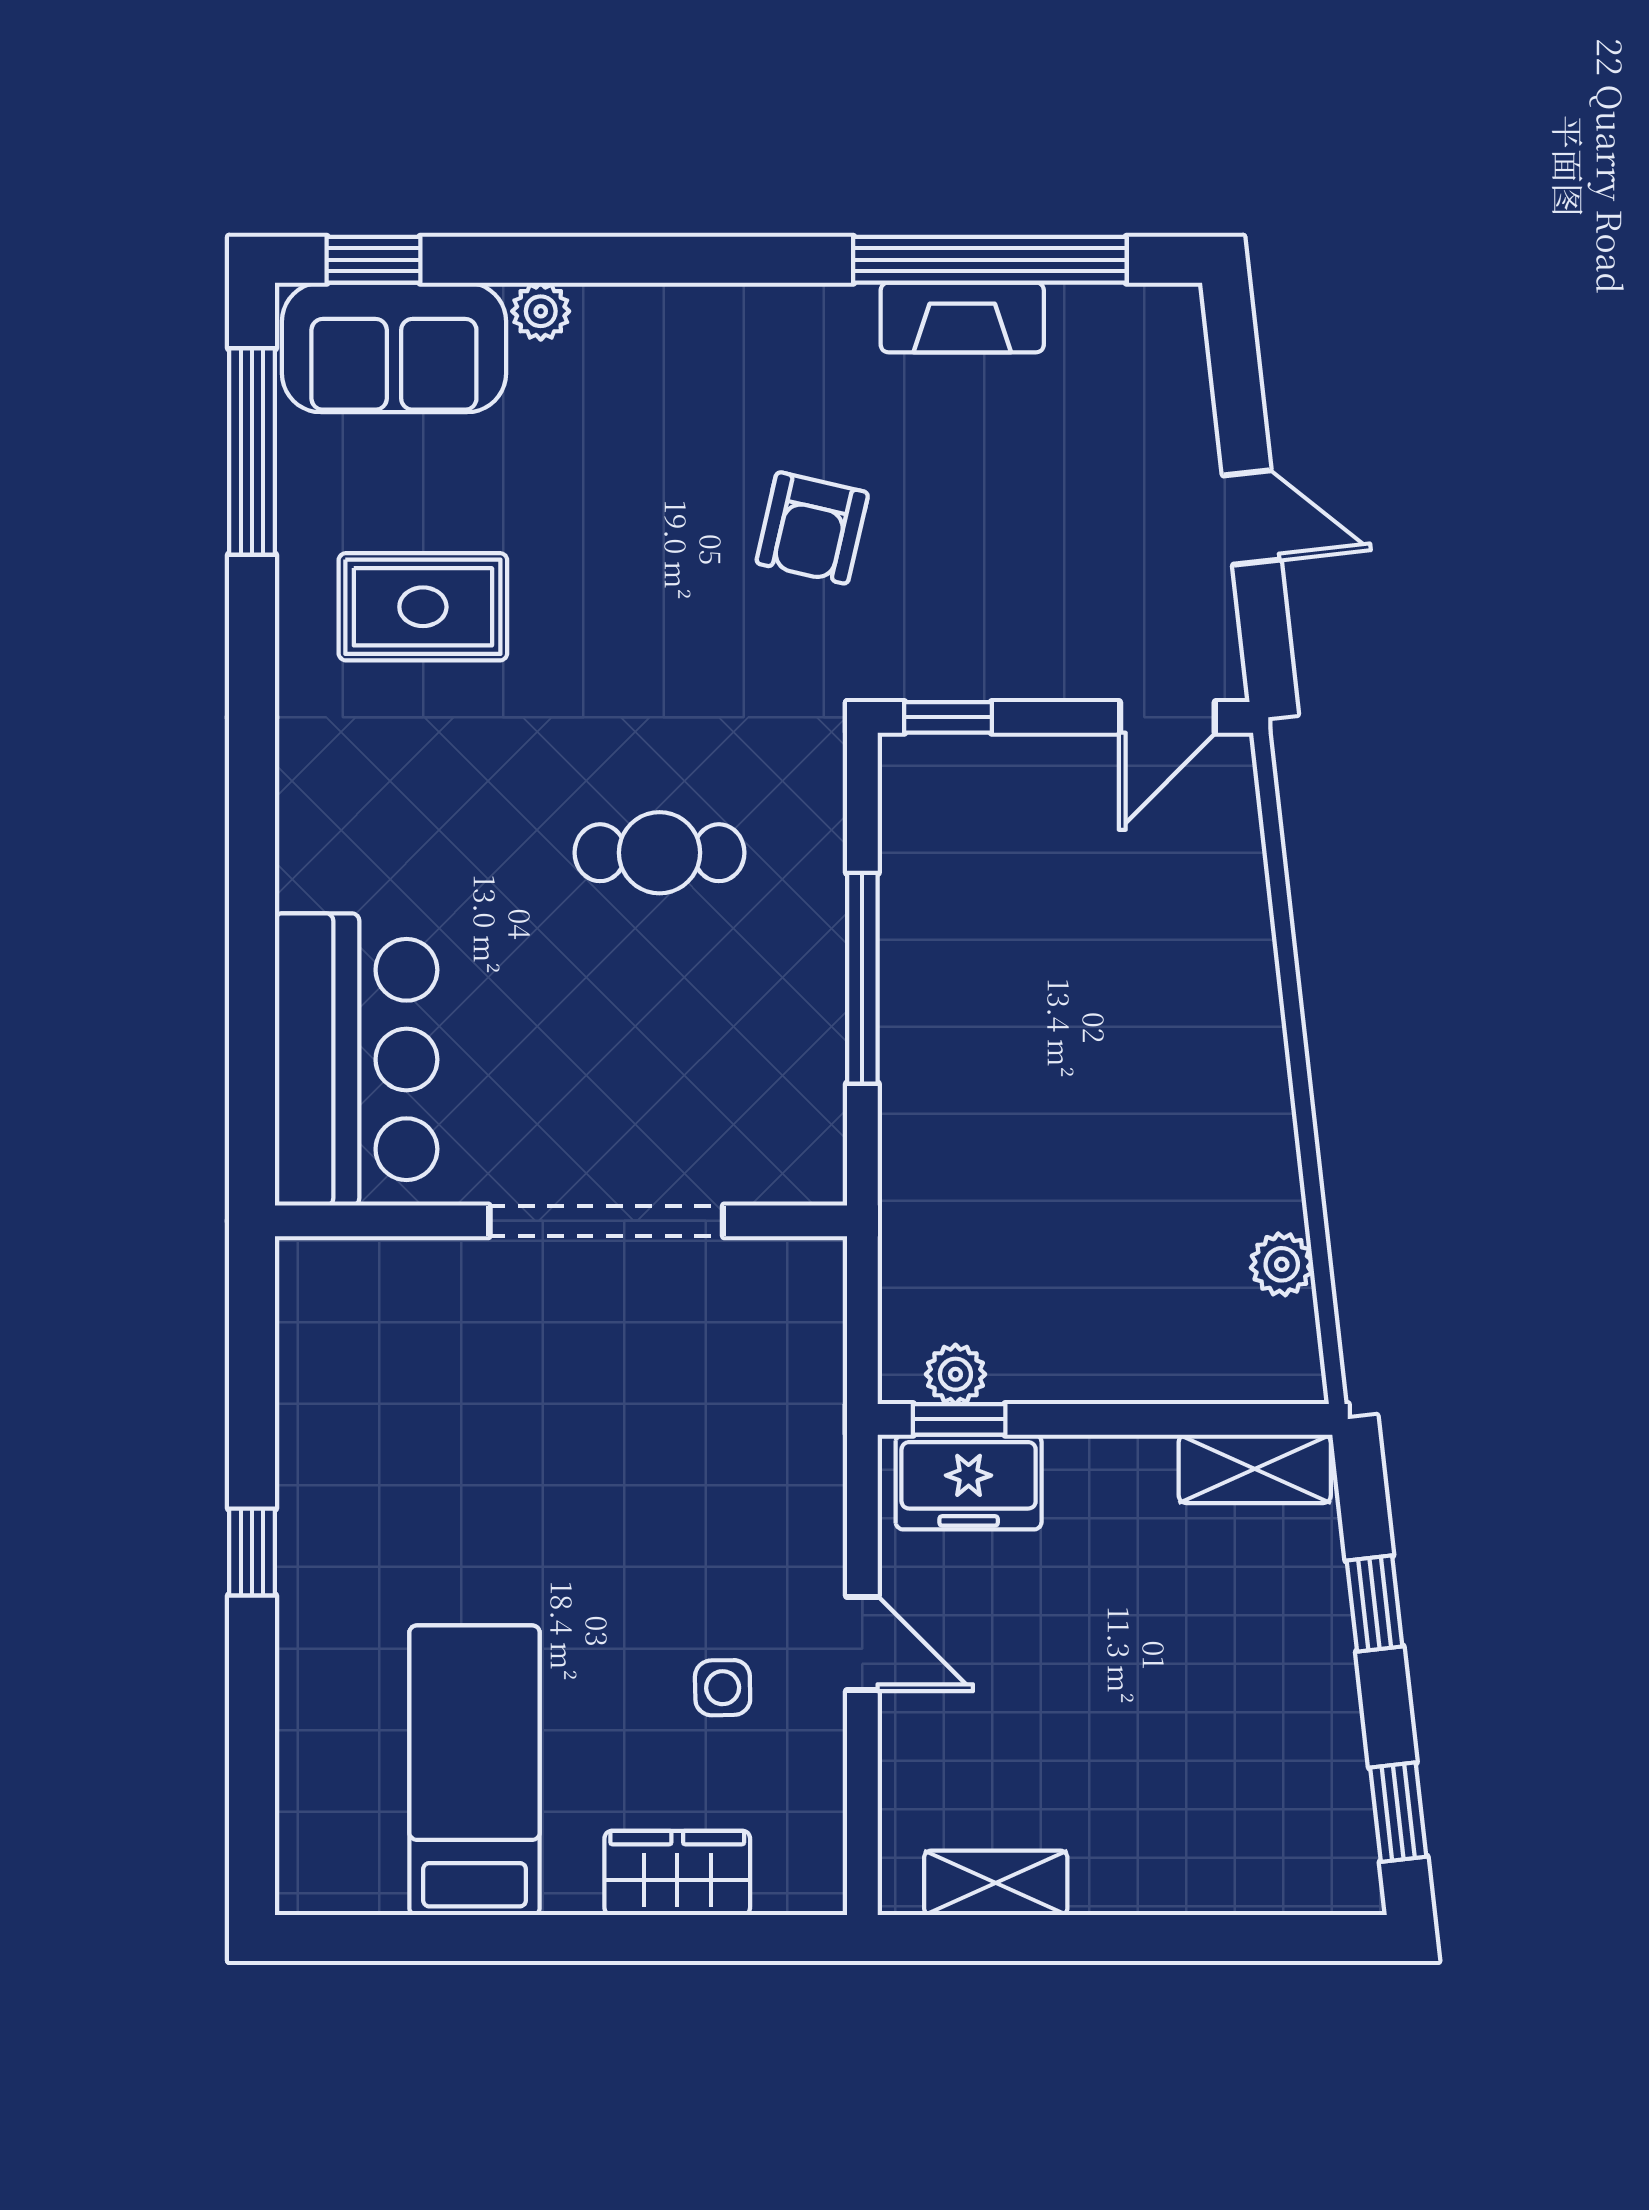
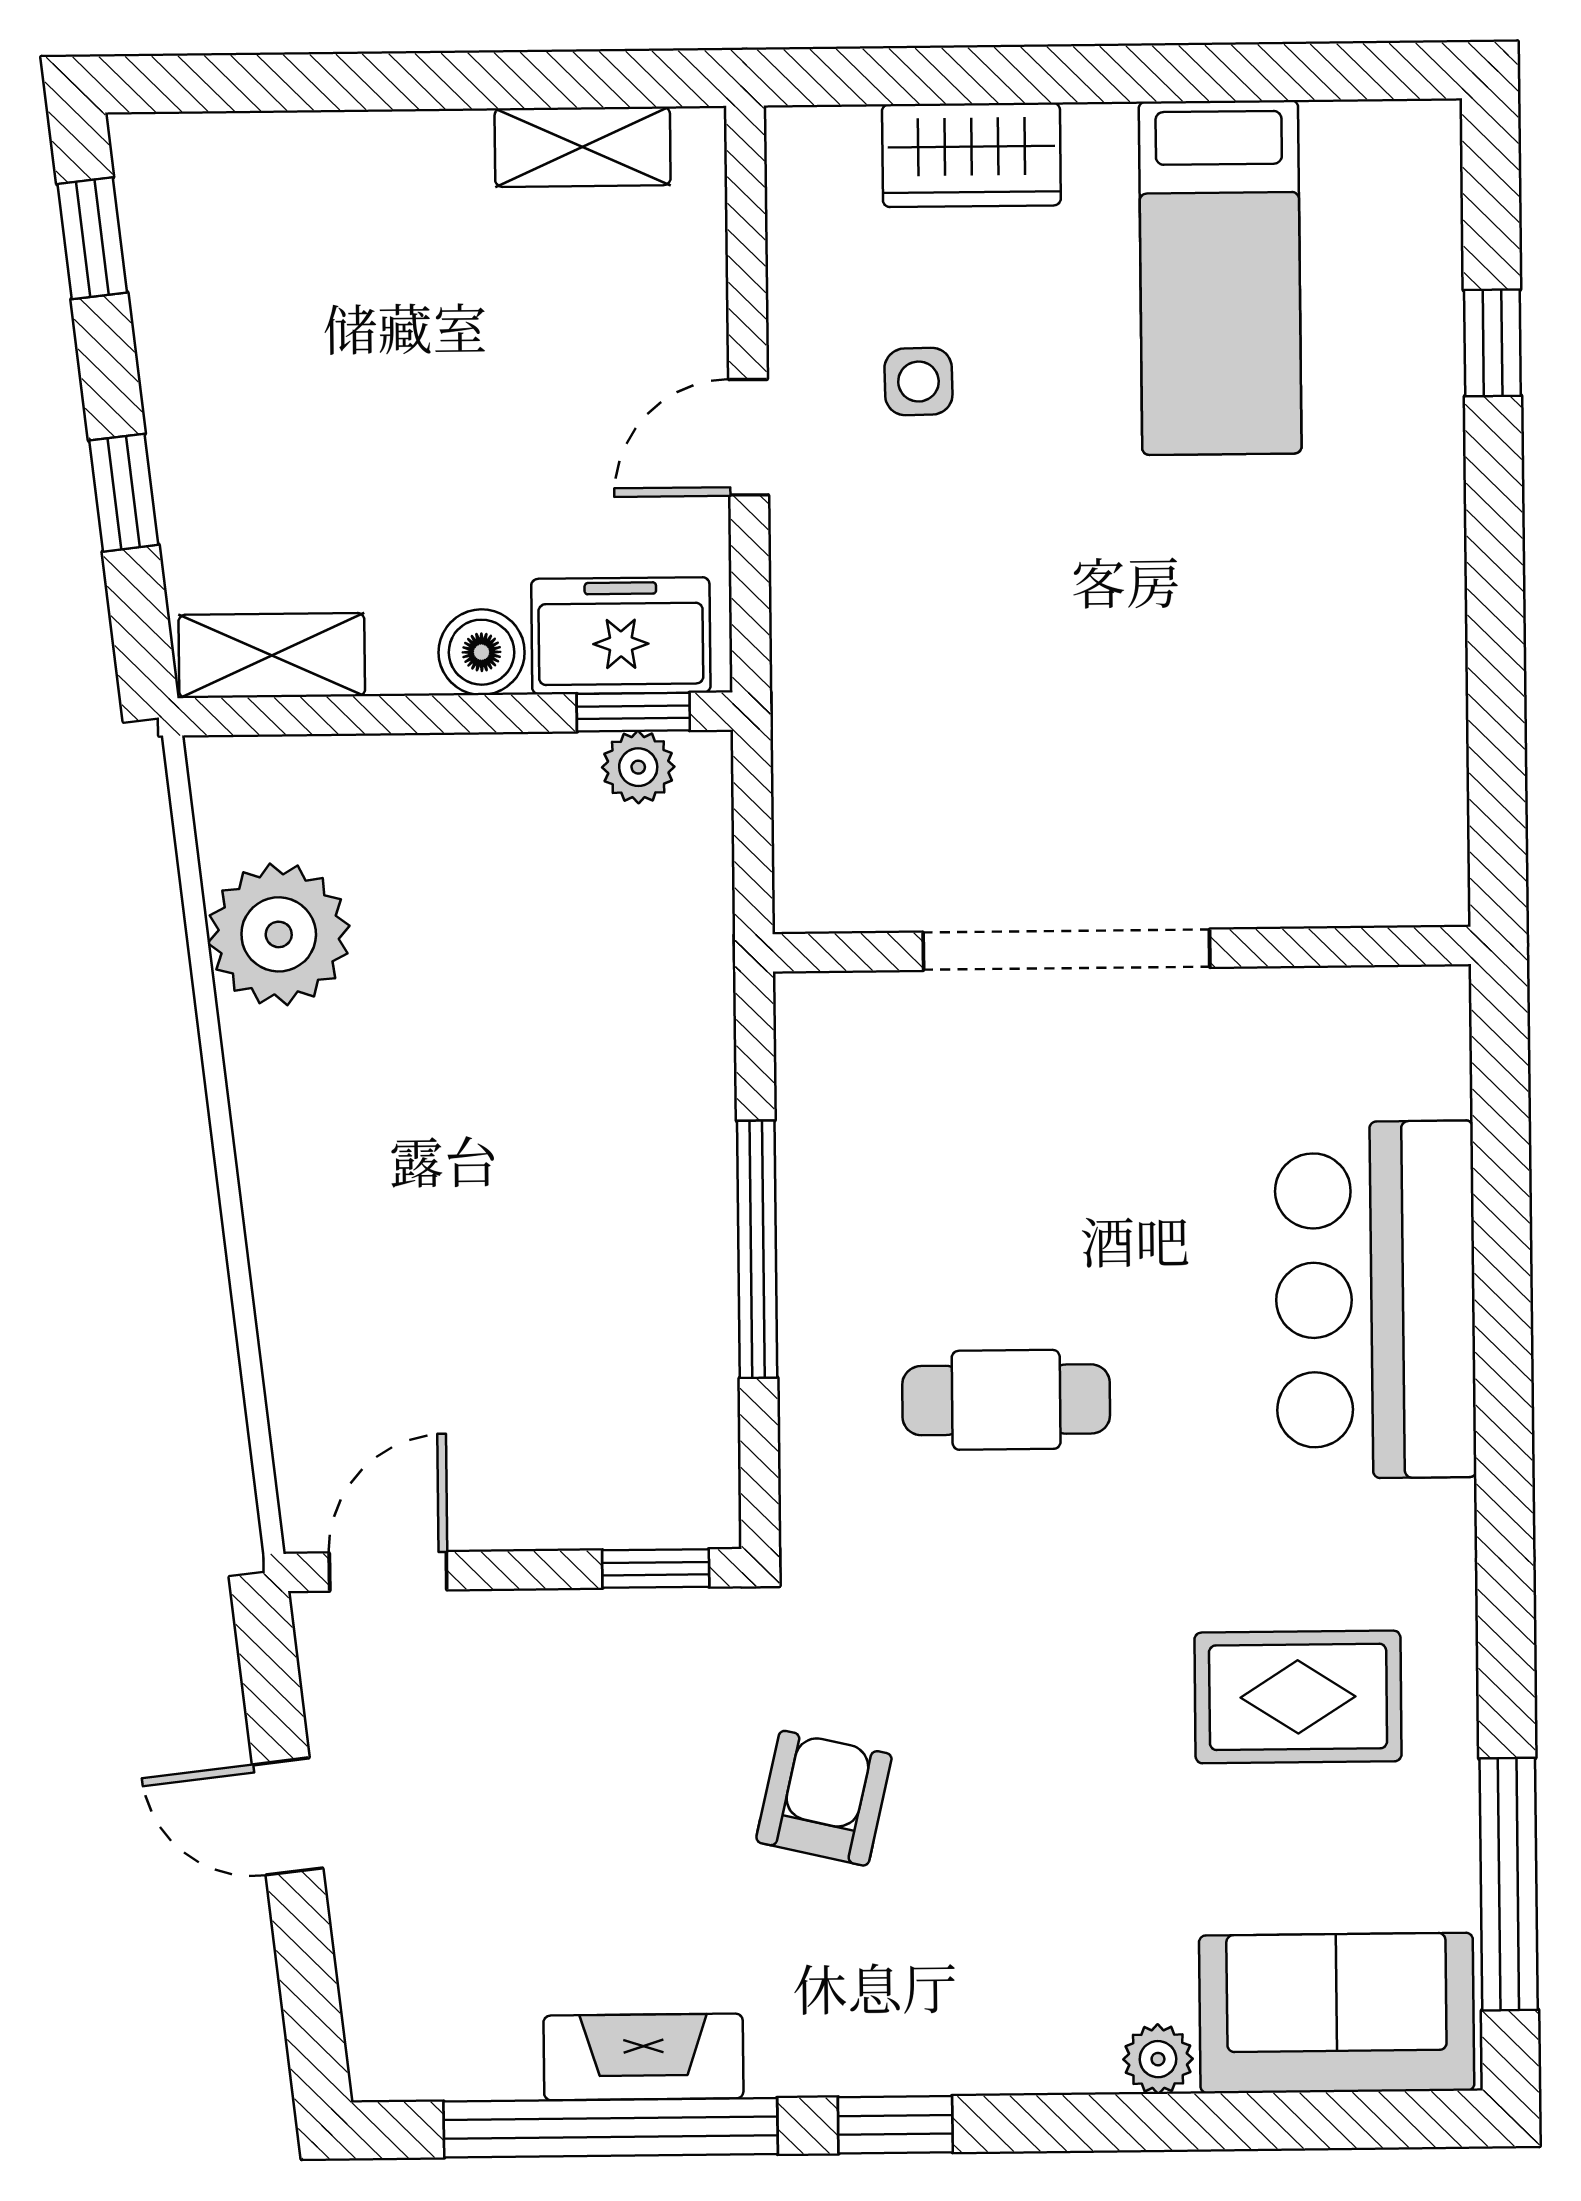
window: (373, 260) -> (895, 2125), moved
bar counter: (356, 1060) -> (1375, 1300), moved
plant: (1282, 1264) -> (279, 934), width x1.88, depth x1.88
boiler: (1083, 1470) -> (482, 652), added
window: (252, 1552) -> (1492, 343), moved
door: (862, 1644) -> (749, 437), hinge flipped

